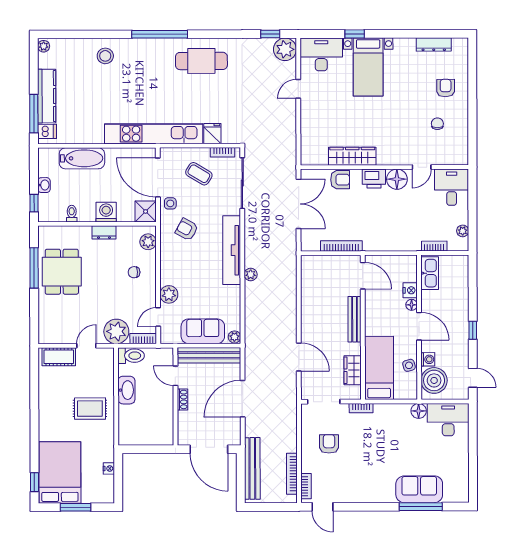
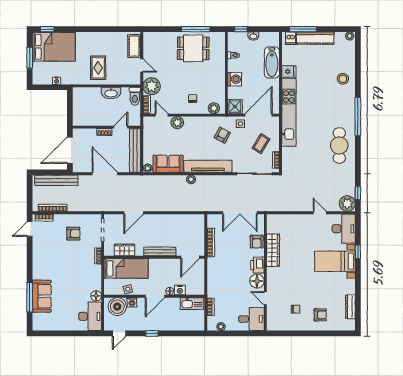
fridge: (212, 134) -> (289, 71), moved
dresser: (104, 232) -> (220, 78), removed
sofa: (203, 331) -> (168, 164), moved, turned -90

